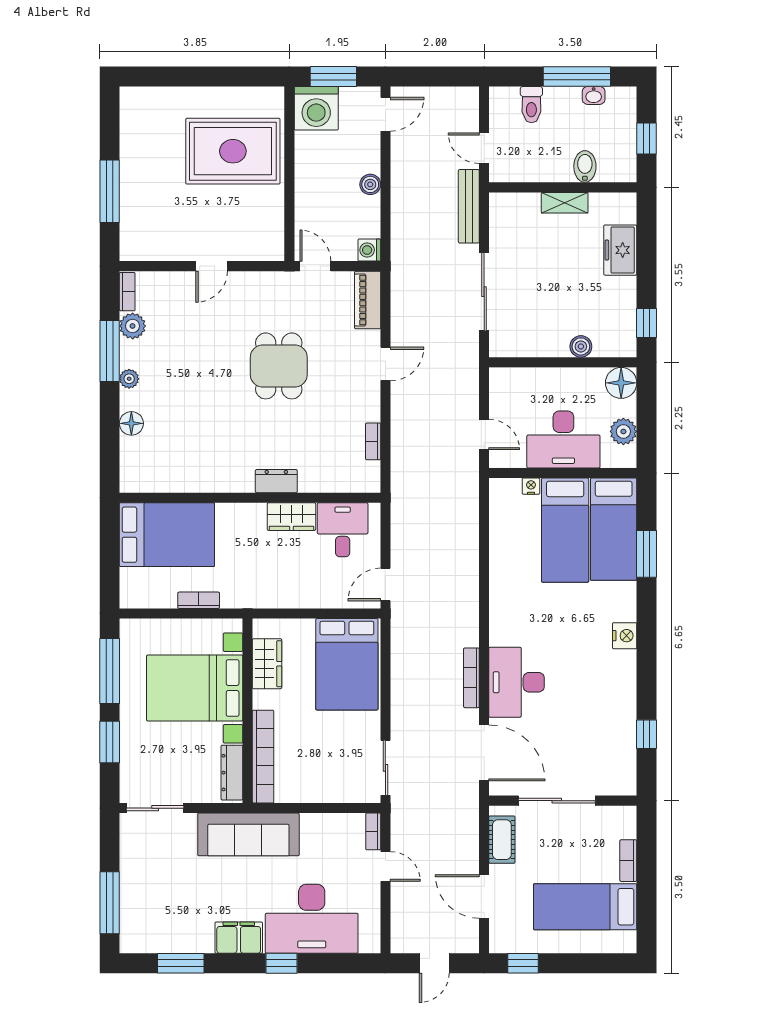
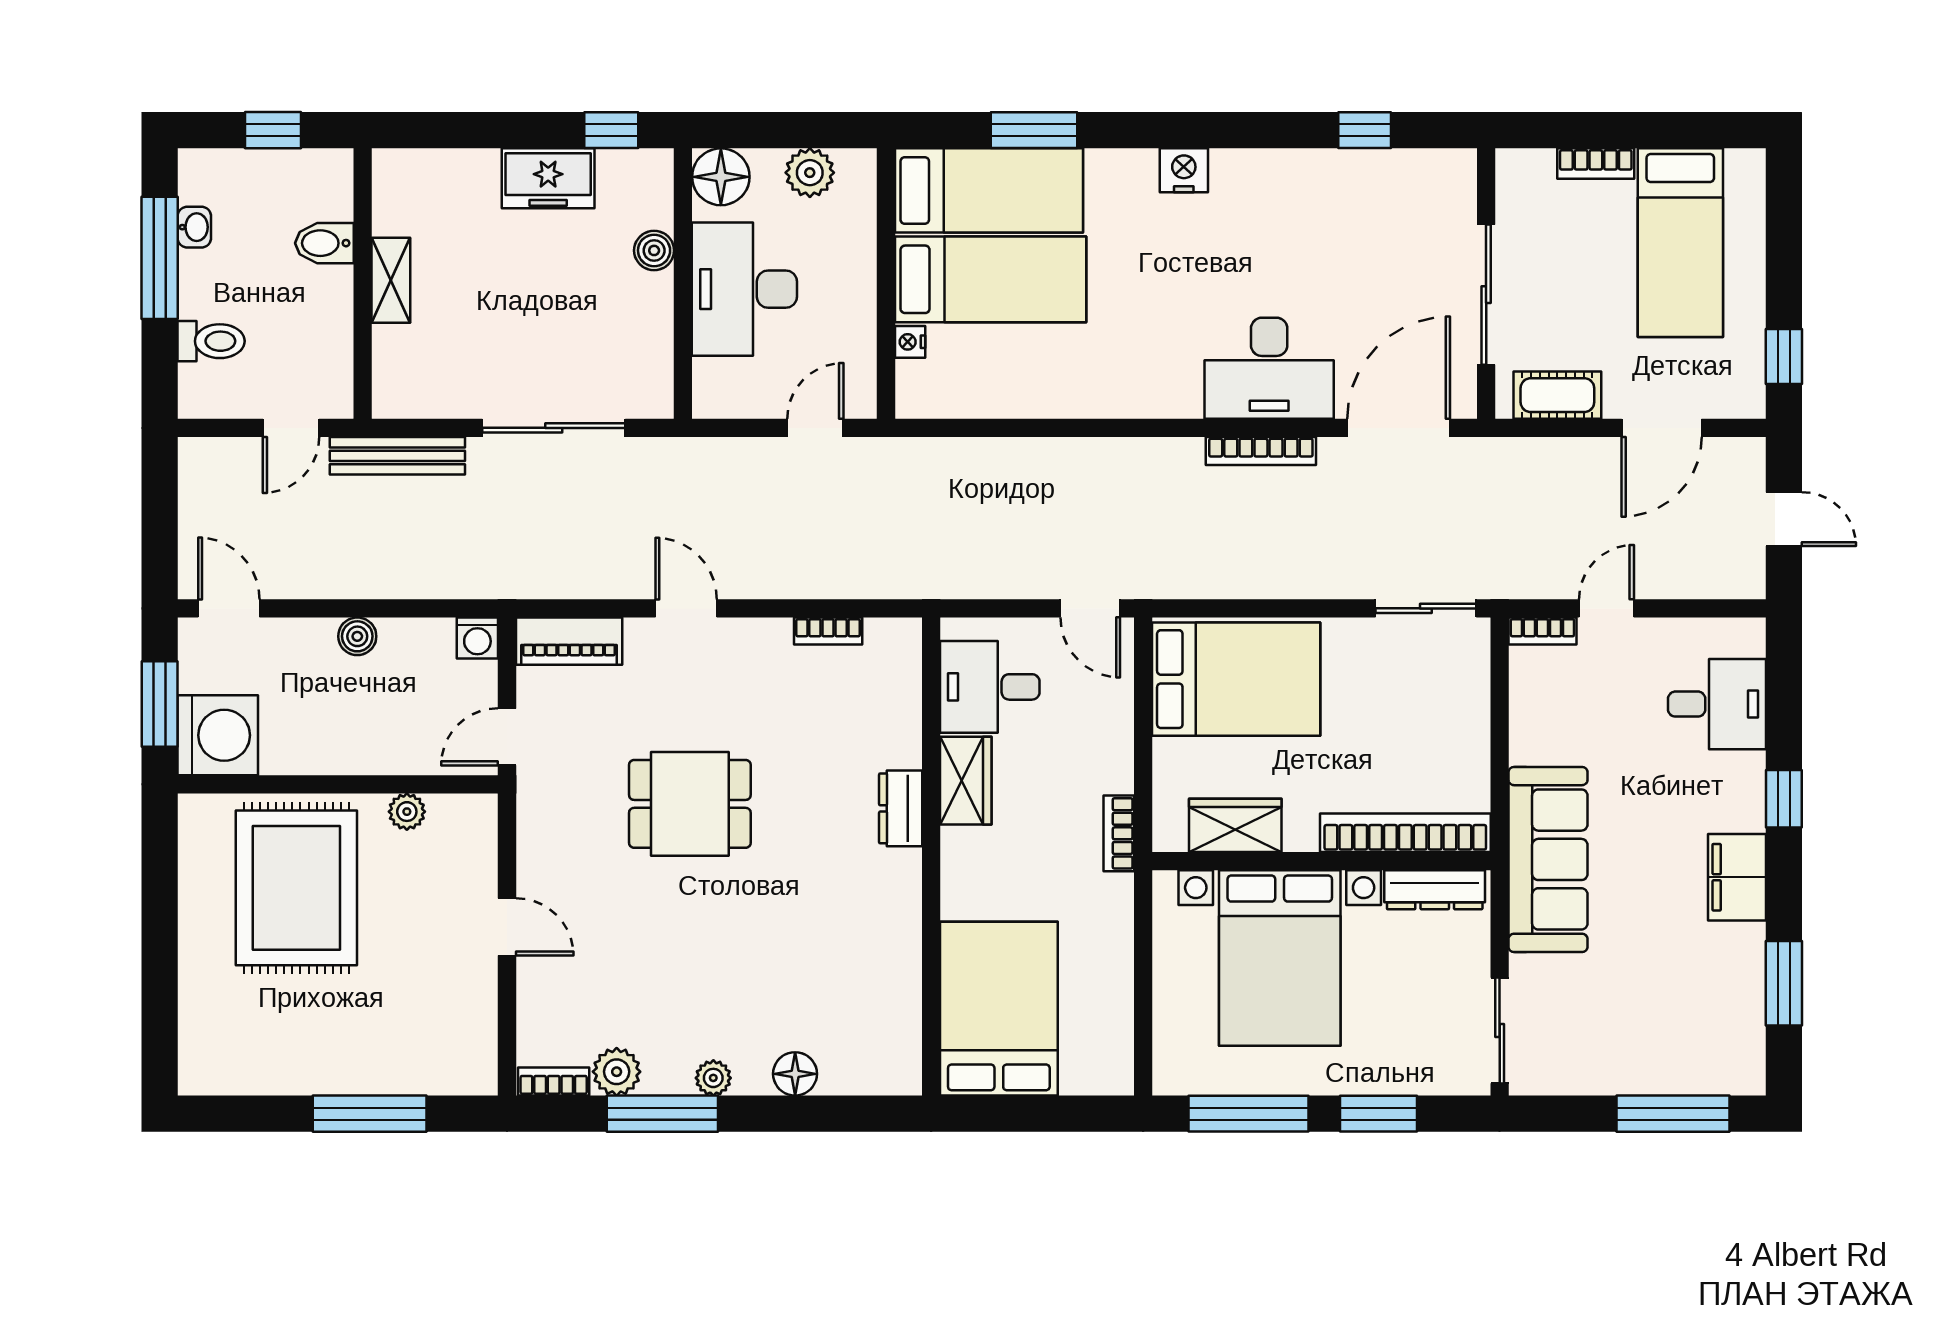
plant: (275, 211) -> (407, 812), added
freezer: (620, 250) -> (548, 178), moved
desk: (563, 440) -> (744, 289), moved, turned 180
bookcase: (199, 600) -> (1119, 833), moved
desk: (312, 919) -> (1717, 704), width x0.53, depth x0.77

